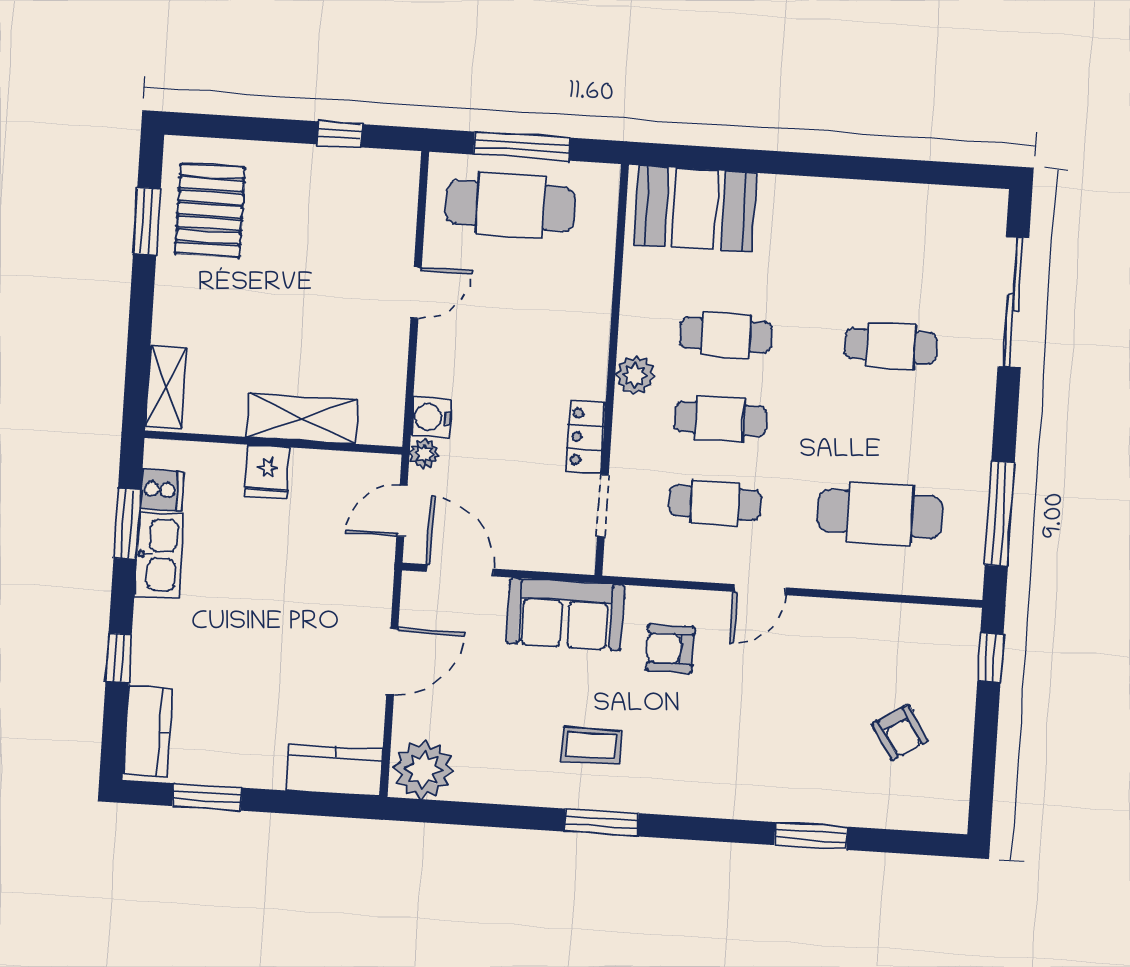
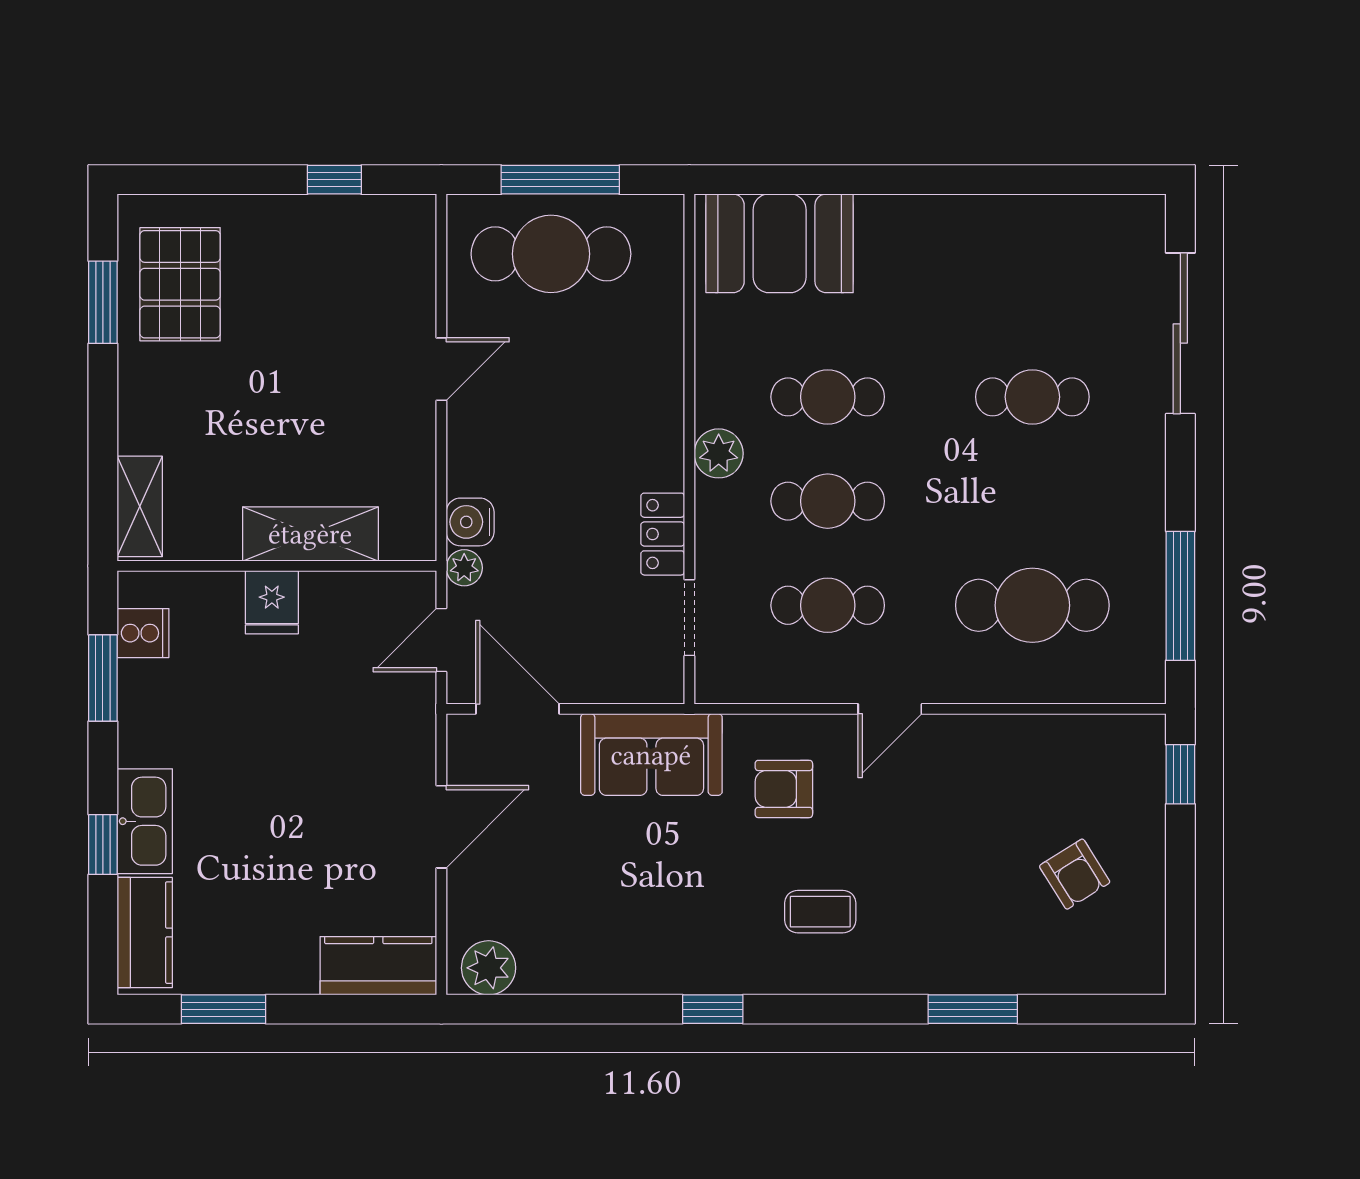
kitchen sink: (159, 555) -> (145, 821), moved
coffee table: (591, 746) -> (820, 912), moved
plant: (423, 769) -> (489, 968), width x0.73, depth x0.73
window: (601, 822) -> (713, 1009), width x0.67

